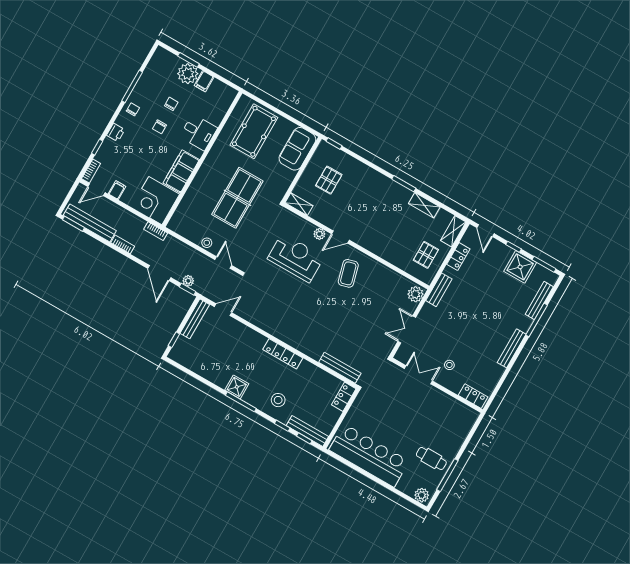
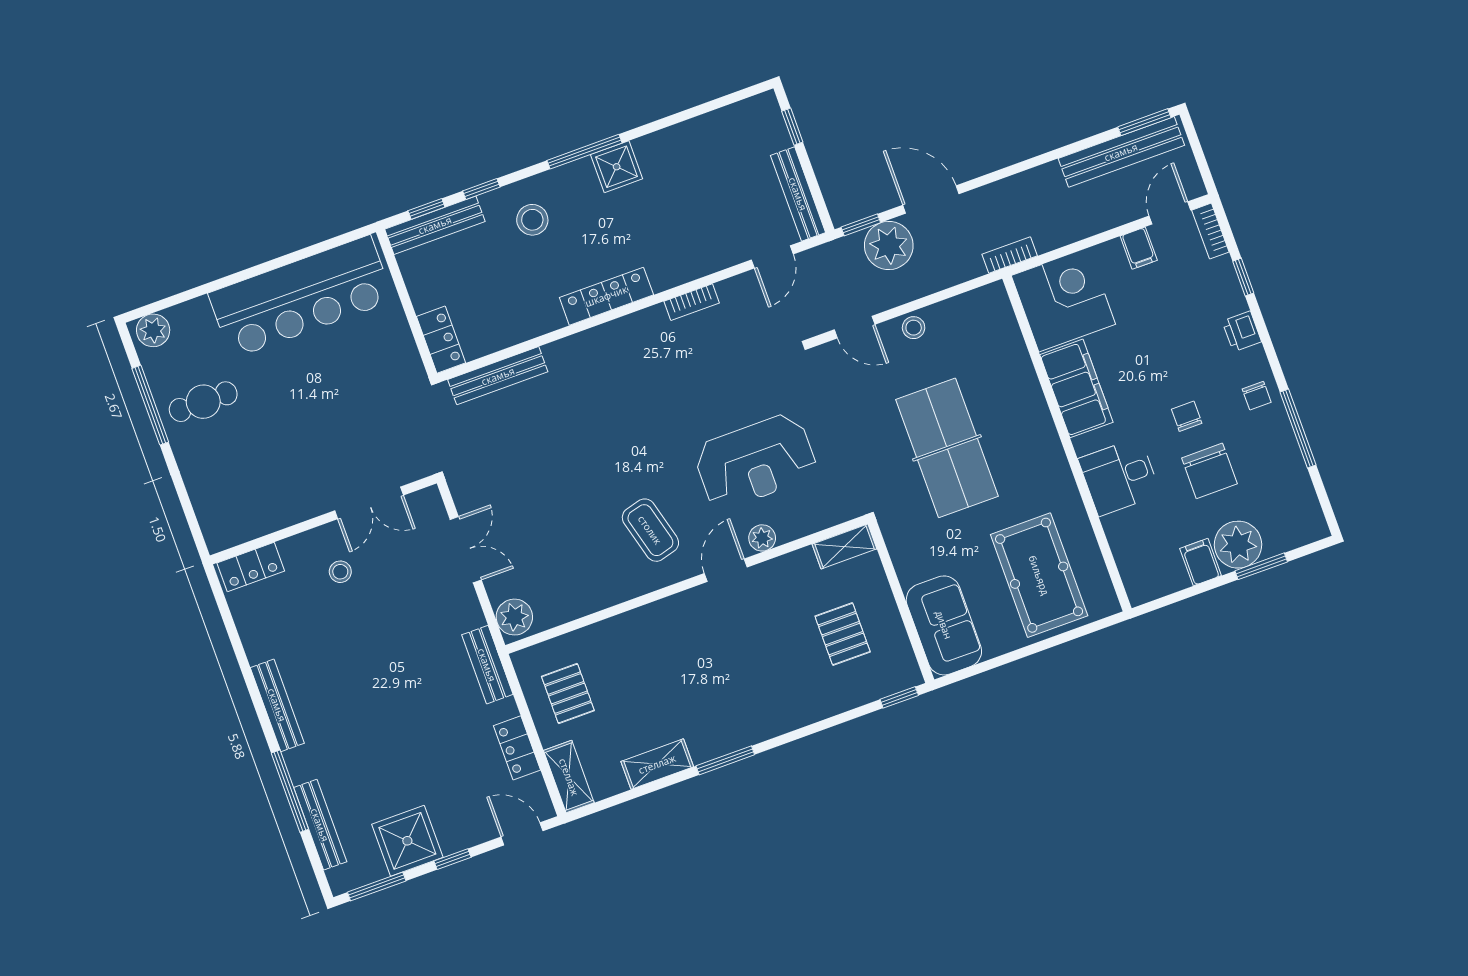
chair: (171, 104) -> (1209, 471), width x1.87, depth x1.87
bookcase: (123, 244) -> (692, 302), moved
plant: (188, 281) -> (889, 246), width x1.88, depth x1.88

